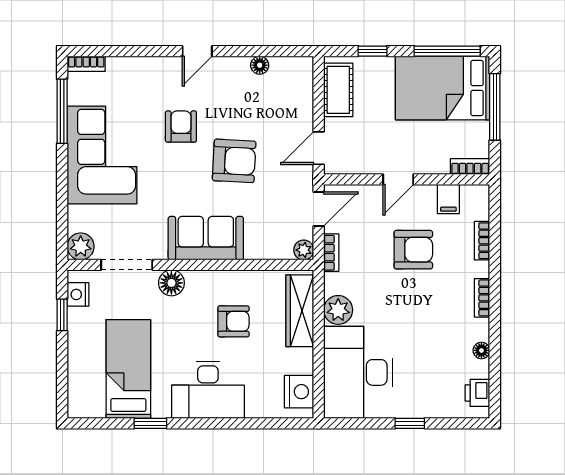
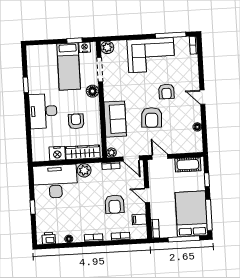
armchair: (181, 126) -> (166, 91), turned 90
sofa: (206, 238) -> (115, 119), moved
armchair: (234, 321) -> (76, 121), turned 180
bed: (128, 369) -> (69, 67), moved, turned 90
nightstand: (299, 392) -> (57, 153), moved

